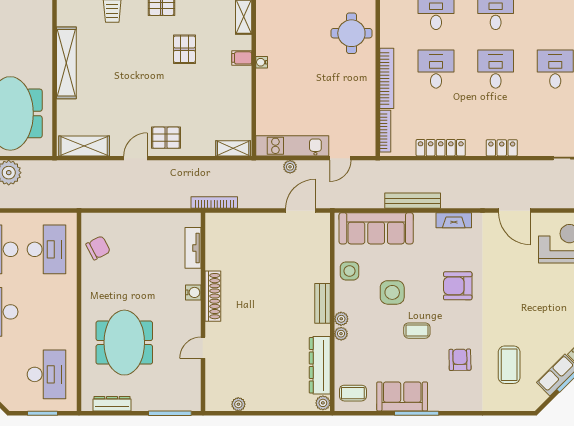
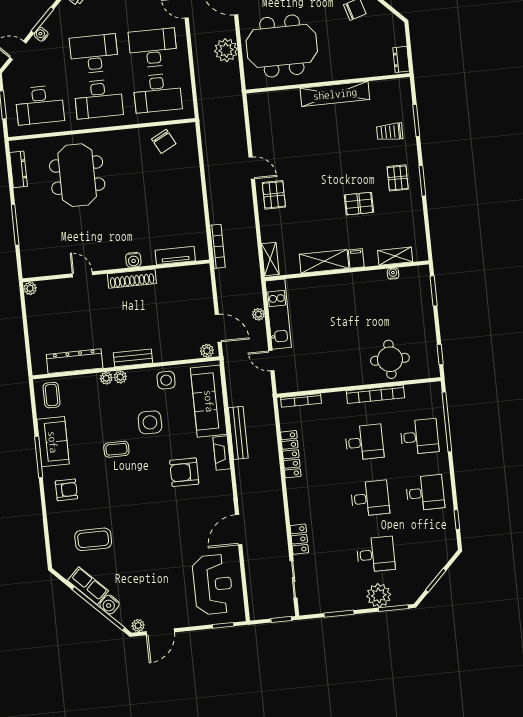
water cooler: (262, 62) -> (393, 274), moved
bookcase: (387, 78) -> (375, 394), moved
shelving: (84, 146) -> (324, 261), moved, turned 90
locker: (502, 148) -> (299, 539), moved
fireplace: (454, 220) -> (222, 453), moved
tv unit: (193, 248) -> (175, 255), moved
armchair: (458, 286) -> (184, 472), moved, turned -90
water cooler: (193, 292) -> (133, 260), moved
shoe rack: (213, 296) -> (132, 279), moved
desk: (47, 312) -> (99, 99), added
wall: (203, 312) -> (116, 271), moved
coffee table: (417, 331) -> (116, 449), turned 90
meeting table: (124, 343) -> (77, 175), turned 90
door: (203, 348) -> (82, 274), moved
armchair: (460, 360) -> (66, 490), moved
plant: (323, 403) -> (207, 351), moved

